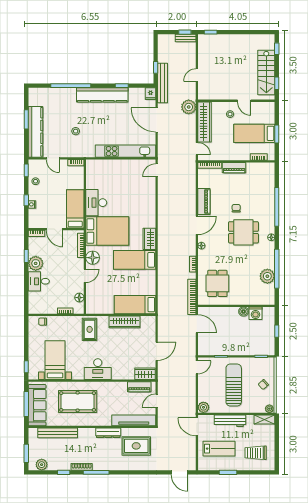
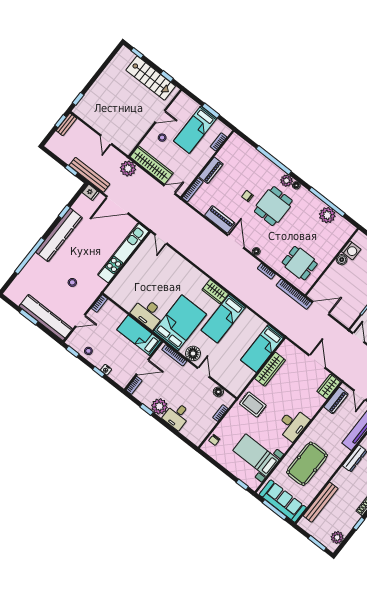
plant: (269, 228) -> (287, 181), added

